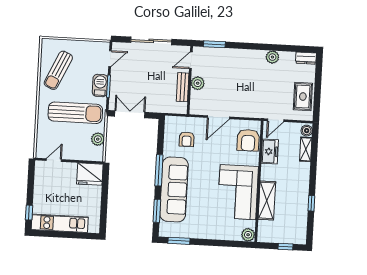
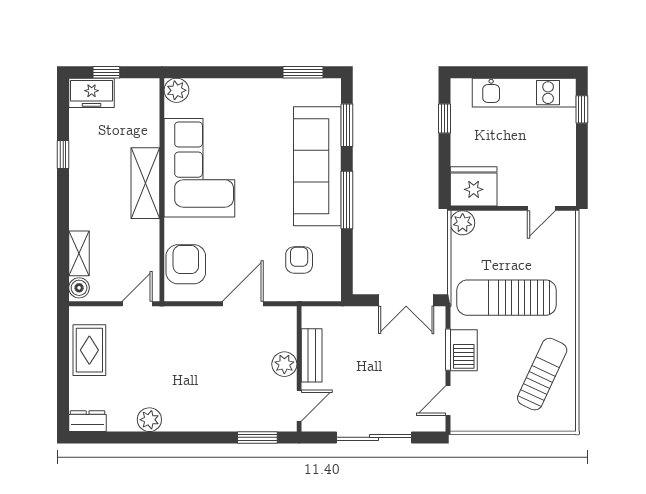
plant: (98, 139) -> (463, 223), moved
freezer: (270, 151) -> (92, 93), moved, turned -90
shelving: (267, 200) -> (145, 183), moved
window: (104, 212) -> (445, 119), added

